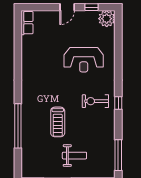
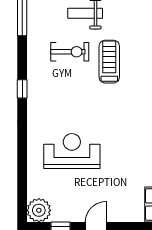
exercise bike: (95, 101) -> (70, 52), moved

